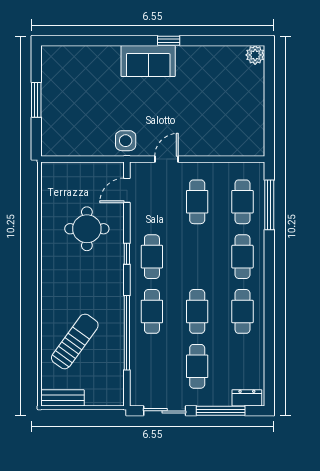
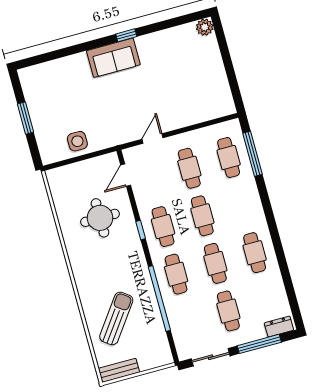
side table: (126, 141) -> (77, 141), moved
cafe table: (242, 257) -> (202, 216), moved

